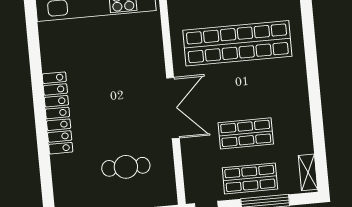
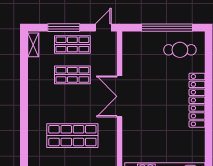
shop shelf: (237, 43) -> (72, 136), width x0.71
cafe table: (126, 167) -> (180, 50), moved

